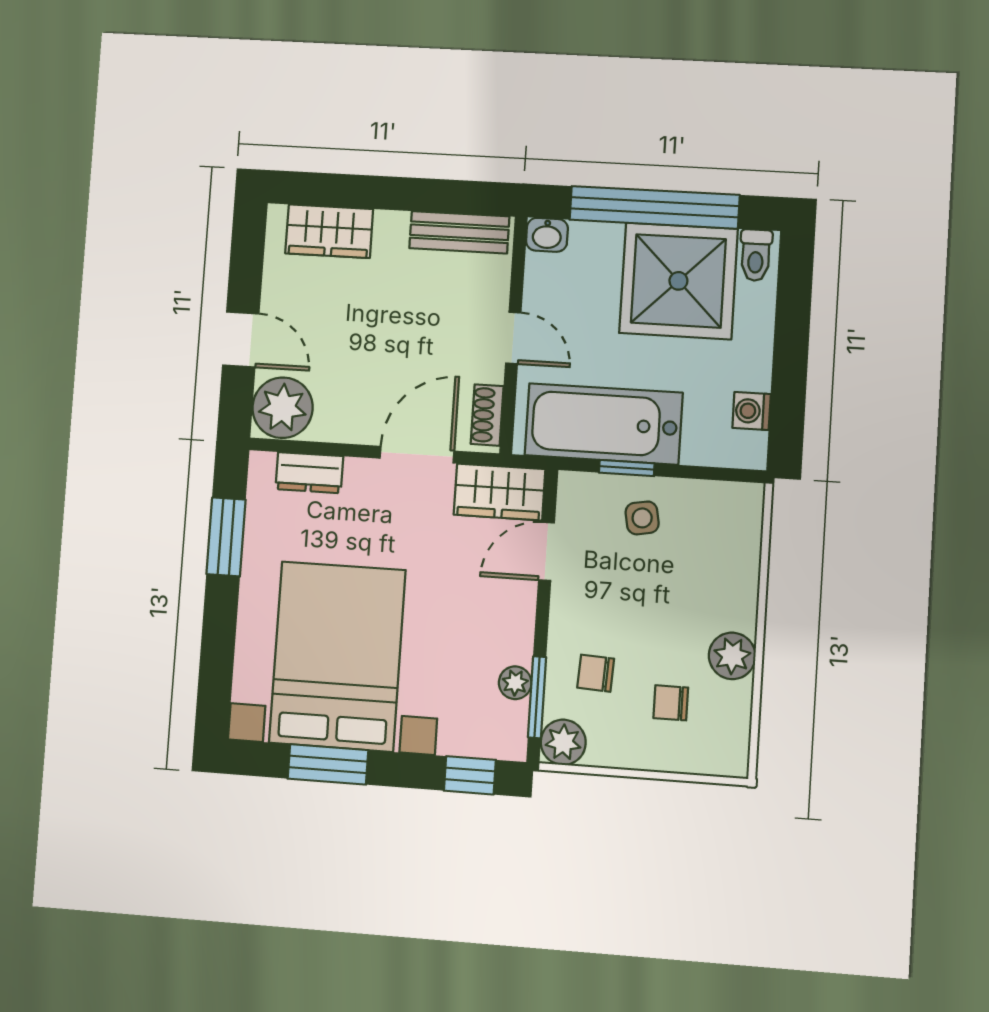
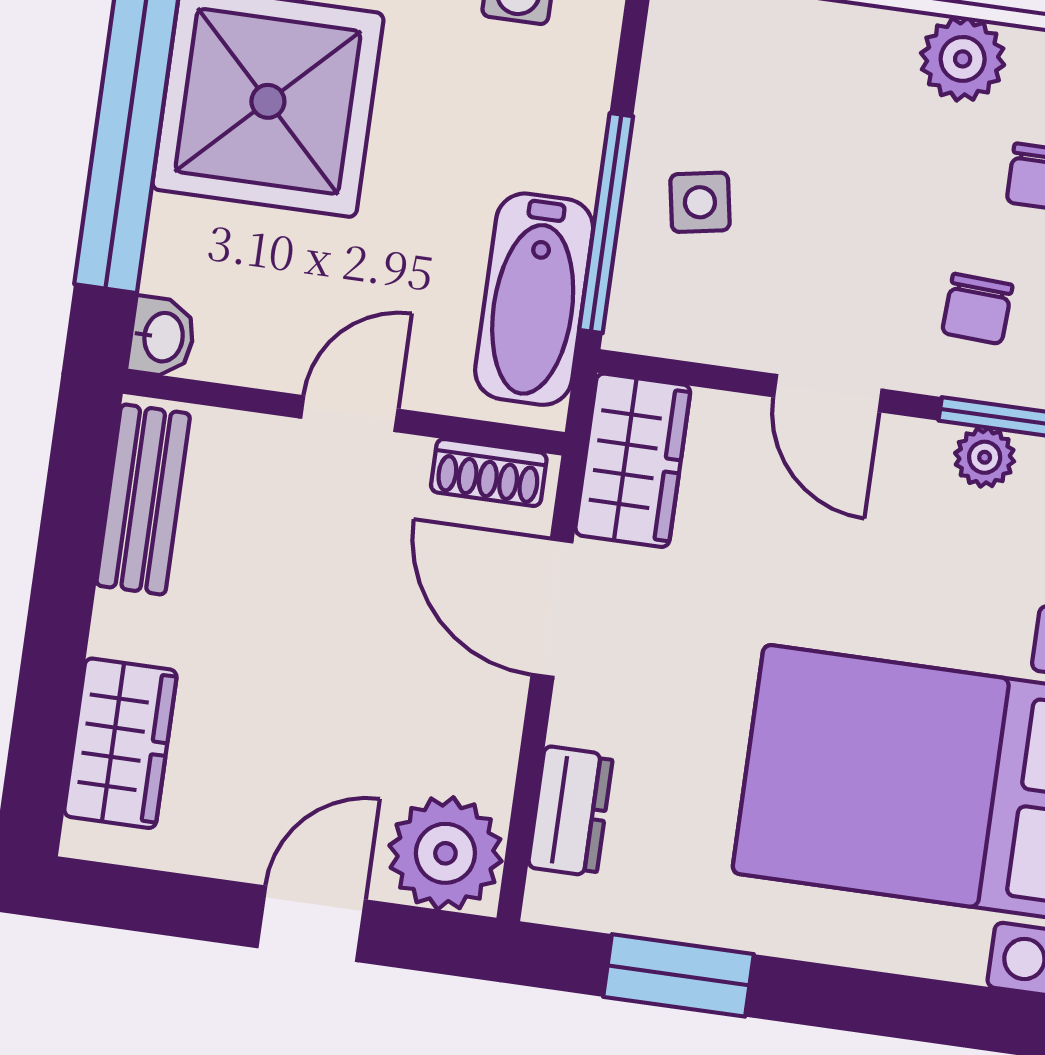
bathtub: (604, 424) -> (534, 299), width x0.73, depth x0.73
window: (627, 468) -> (606, 223), width x2.17
door: (547, 551) -> (828, 393), moved

